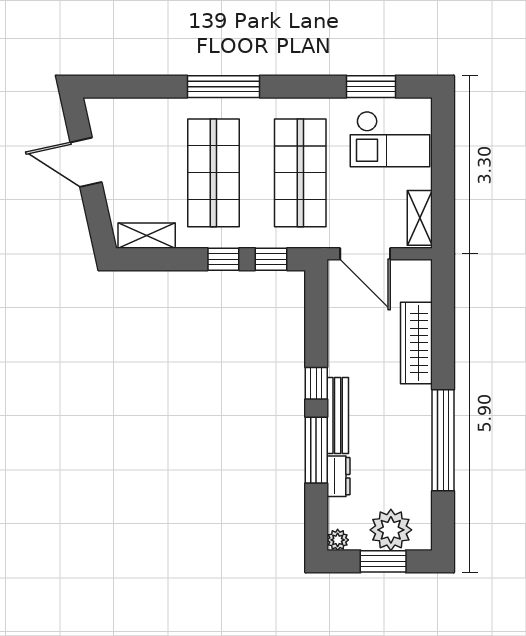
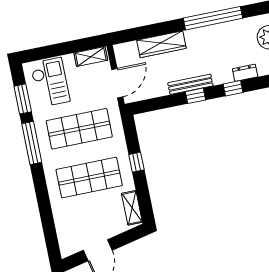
window: (224, 87) -> (32, 143), moved
window: (271, 259) -> (131, 135), removed
bench: (338, 415) -> (190, 84), moved
window: (316, 450) -> (233, 88), width x0.46

